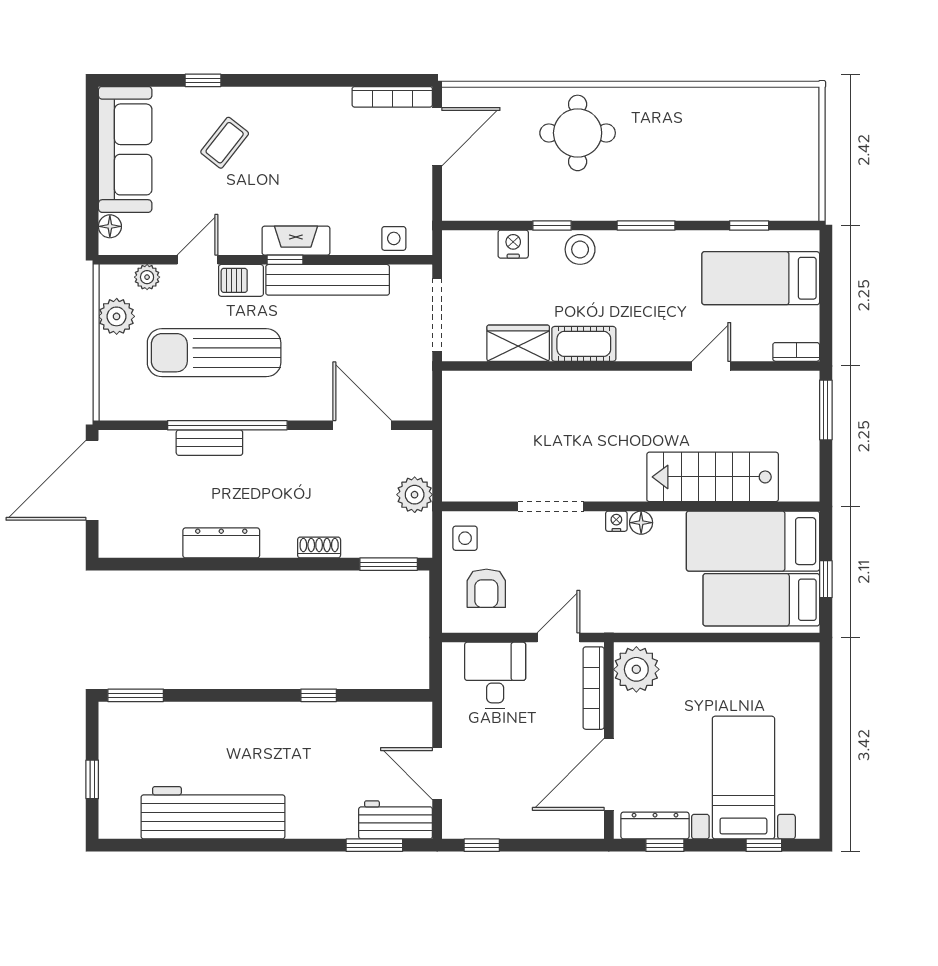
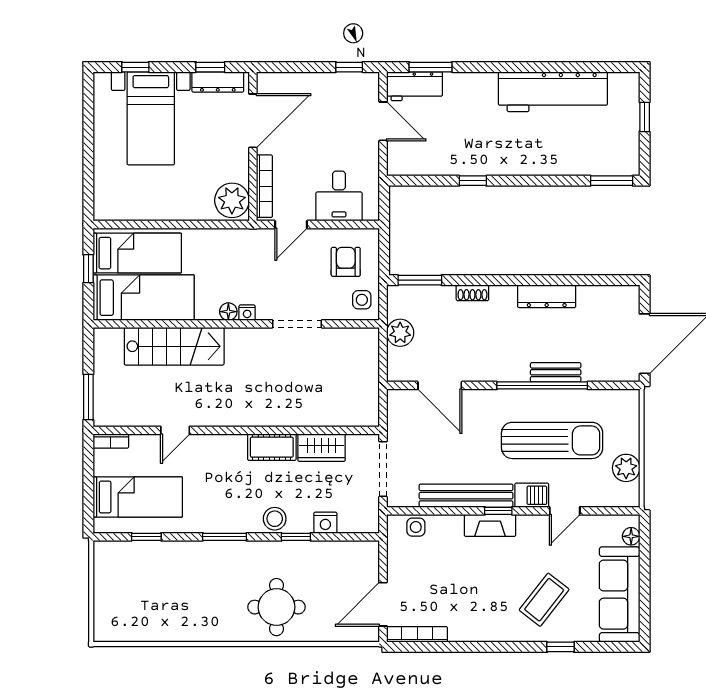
coffee table: (225, 143) -> (544, 600), width x1.36, depth x1.30
plant: (147, 277) -> (603, 498), removed

